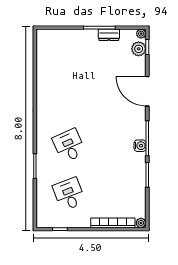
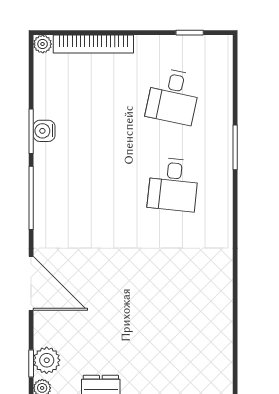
desk: (69, 146) -> (173, 184), turned 30
water cooler: (140, 146) -> (44, 131), moved
desk: (69, 194) -> (173, 96), turned 33

